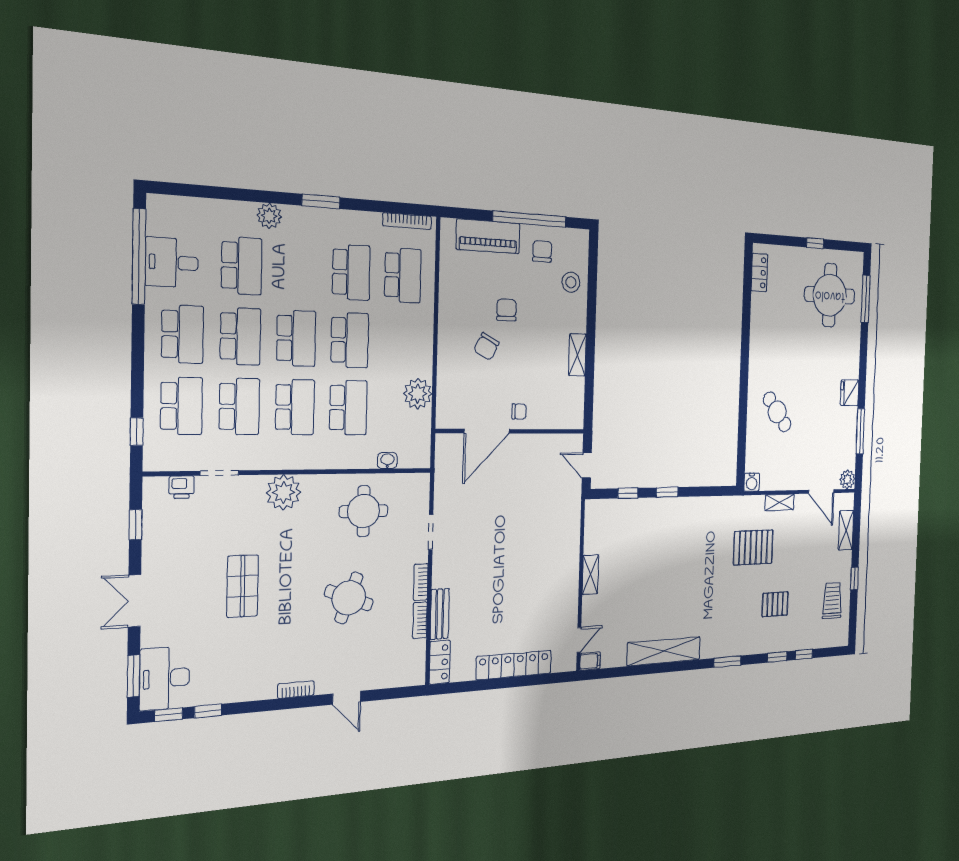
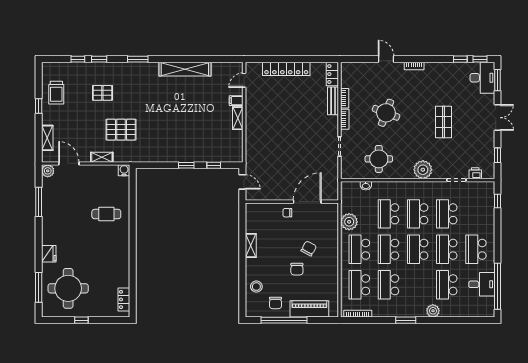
fridge: (850, 393) -> (49, 254), moved
school desk: (181, 406) -> (359, 249), moved
cafe table: (777, 412) -> (106, 214), turned -51
filing cabinet: (590, 661) -> (236, 101), moved

